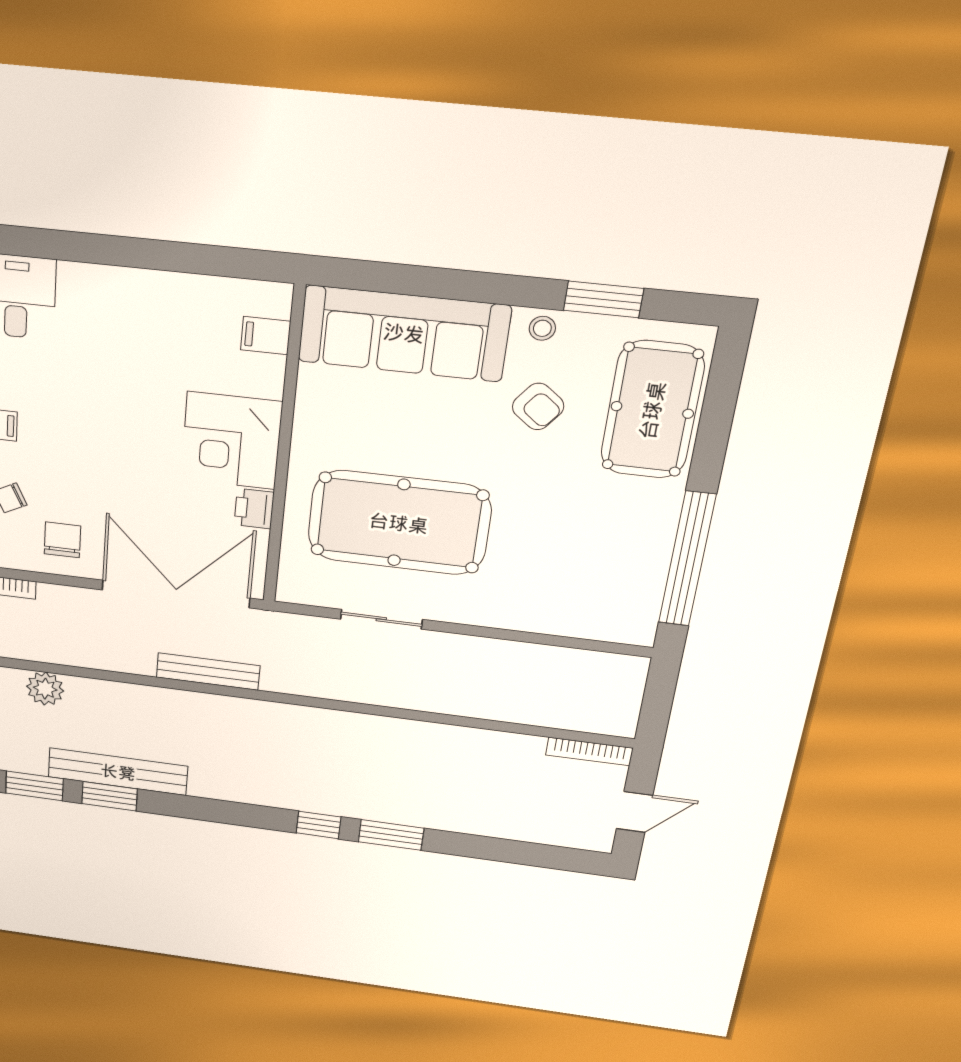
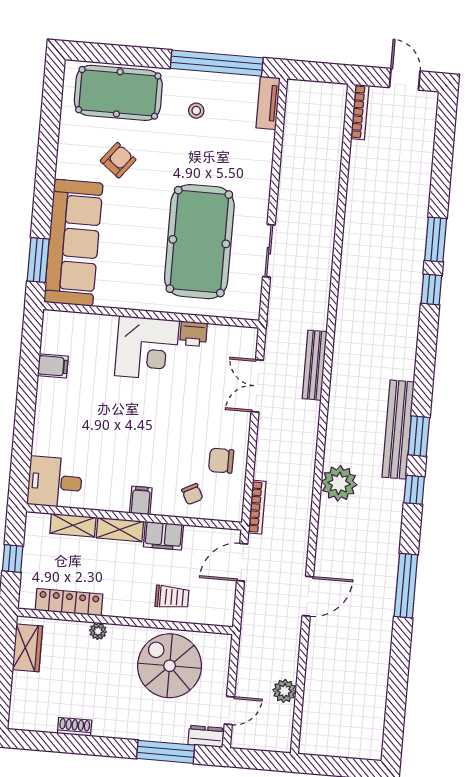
window: (603, 299) -> (38, 260), moved
stool: (542, 328) -> (196, 111), moved
filing cabinet: (266, 336) -> (53, 366), moved, turned -90
double door: (176, 594) -> (257, 386), width x0.54
tv unit: (615, 629) -> (268, 103), added
plant: (45, 689) -> (339, 483), width x1.36, depth x1.36
window: (34, 786) -> (414, 490), width x0.67

